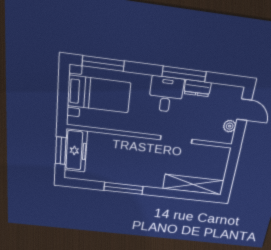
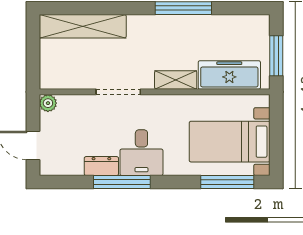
plant: (230, 126) -> (48, 103), moved
shelving: (134, 143) -> (176, 80), added
freezer: (76, 151) -> (229, 75), moved, turned 90

